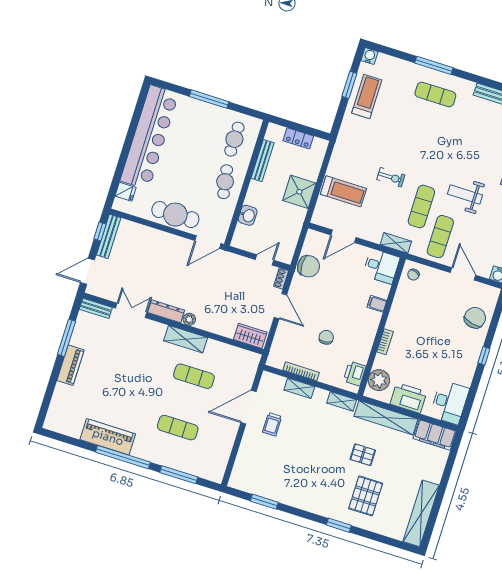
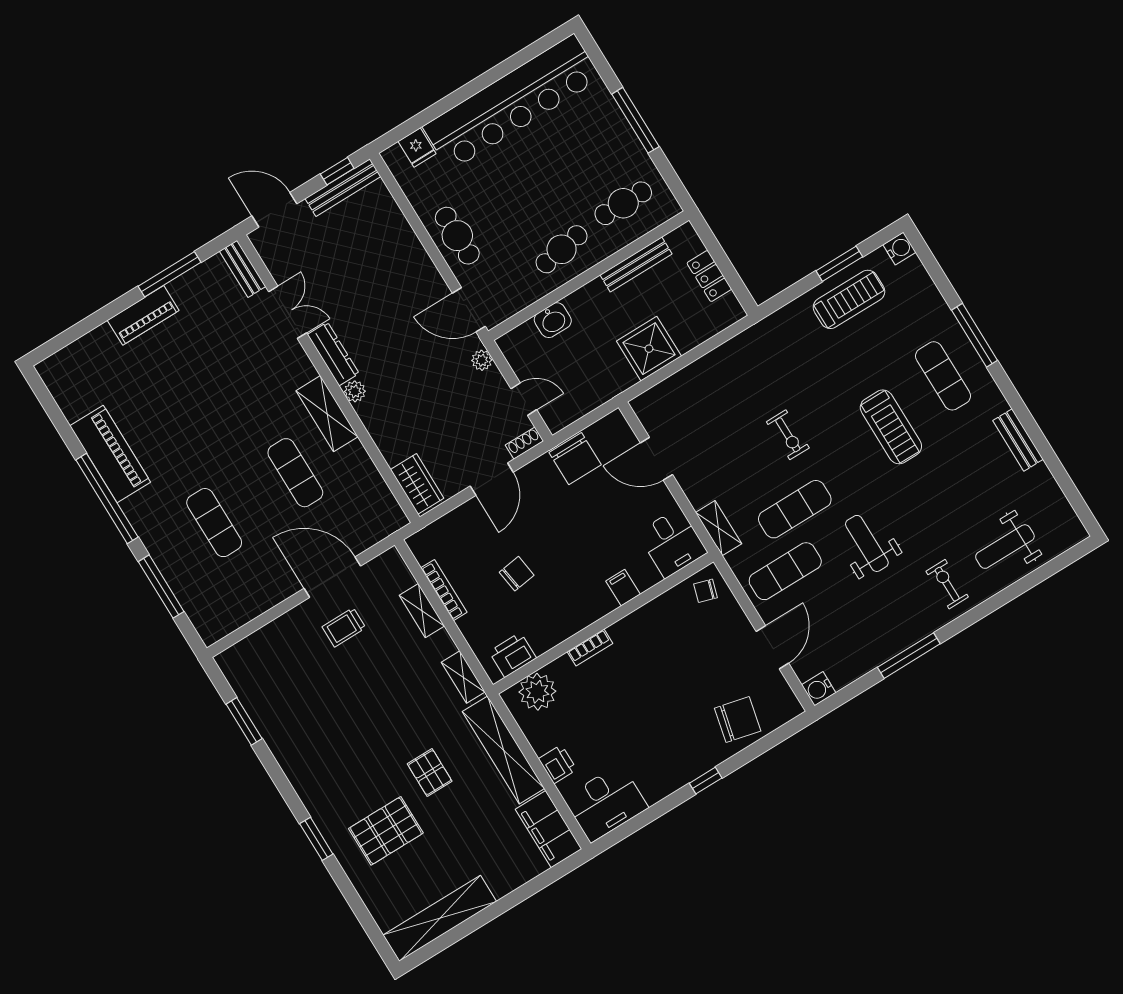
treadmill: (343, 191) -> (891, 427), moved
cafe table: (175, 215) -> (457, 236), width x0.73, depth x0.74
plant: (232, 259) -> (482, 360), added
printer: (408, 398) -> (558, 764), width x0.53, depth x0.68

